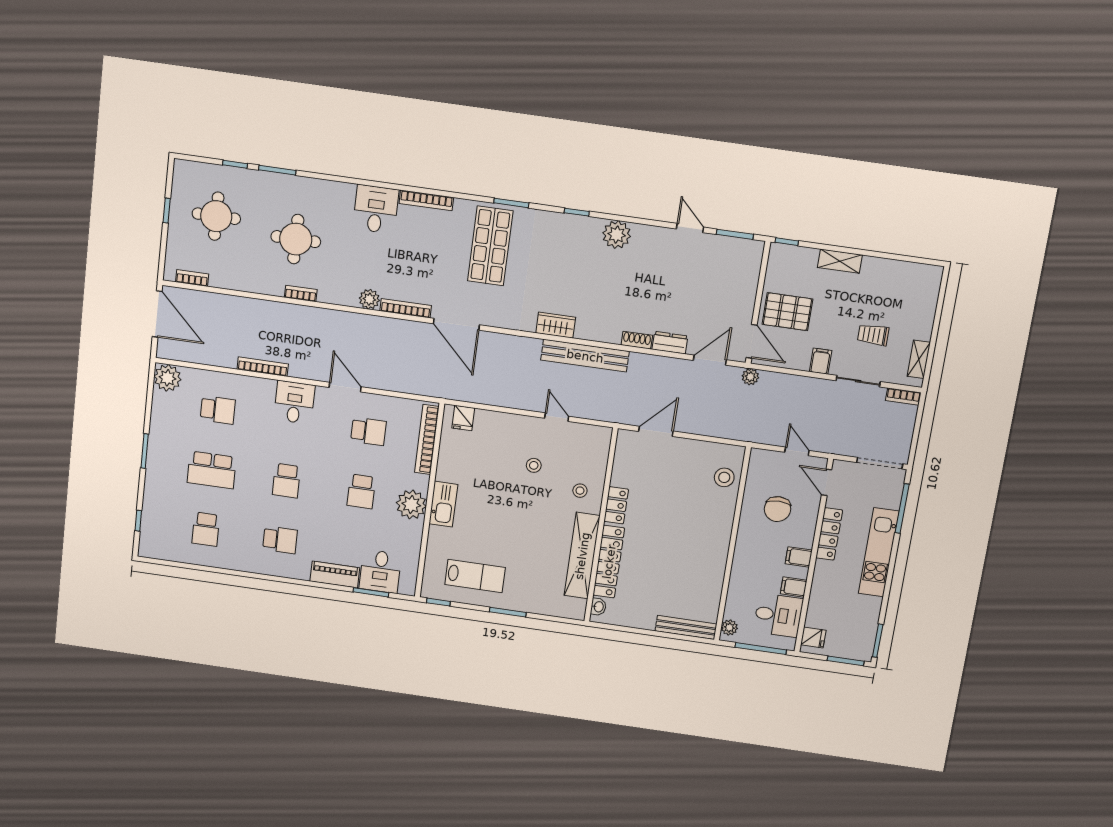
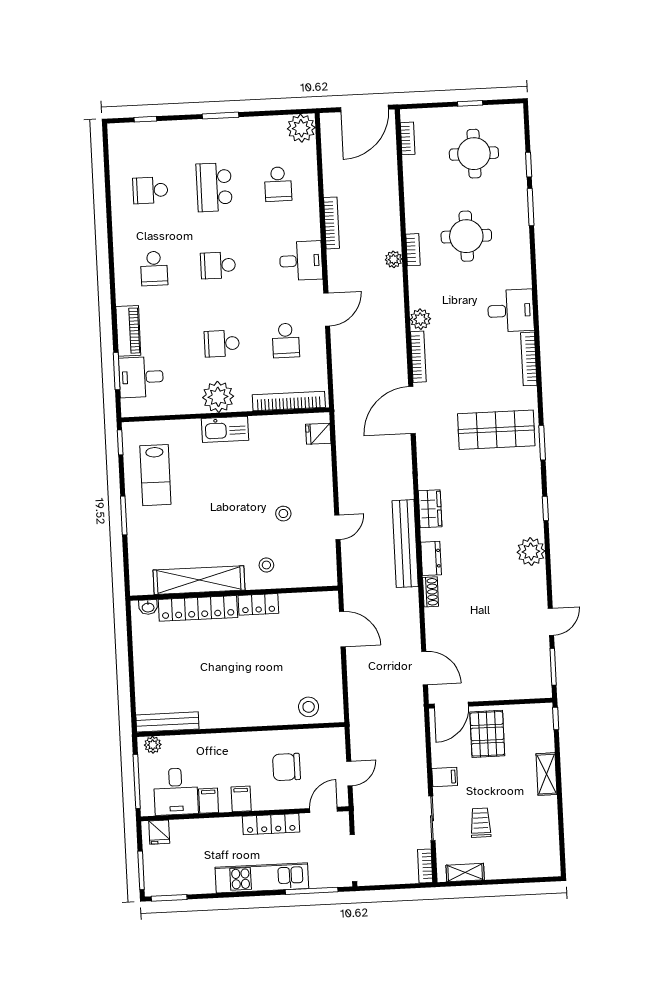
dresser: (670, 343) -> (431, 558), moved
plant: (750, 377) -> (394, 259), moved
bench: (686, 627) -> (167, 722), moved, turned 90

